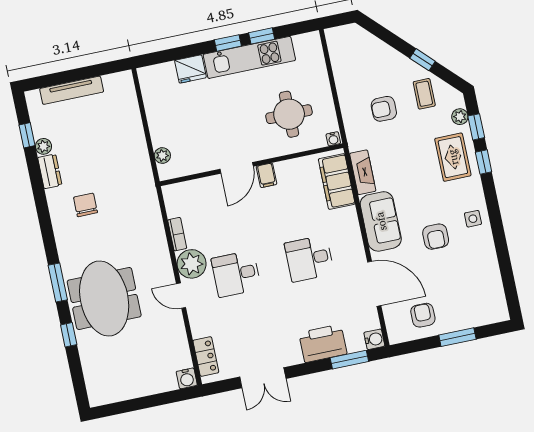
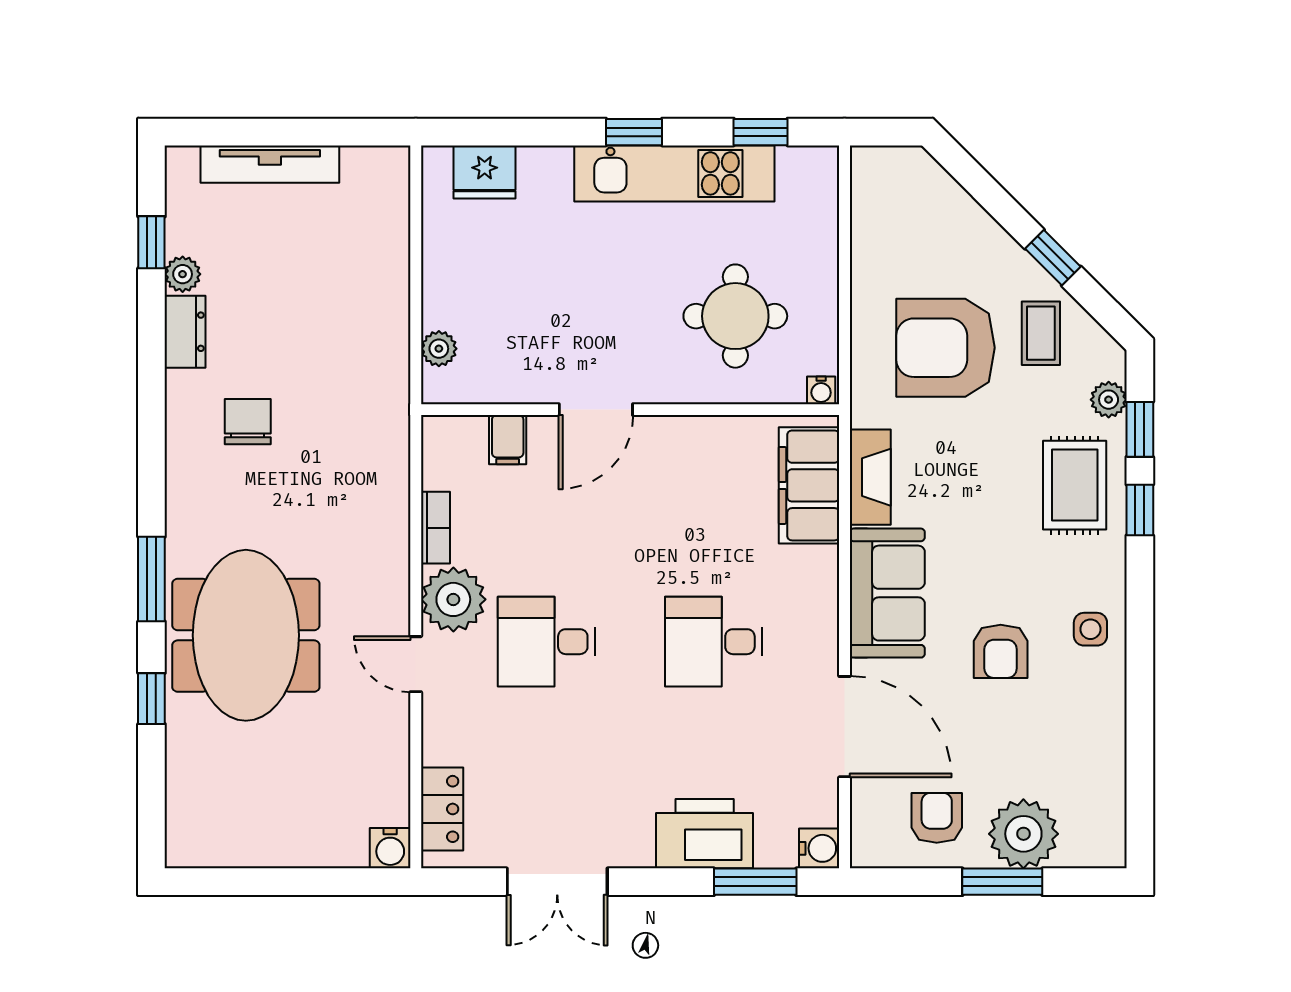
window: (262, 36) -> (761, 132), moved
fridge: (190, 69) -> (485, 172), moved
armchair: (384, 109) -> (945, 348), width x1.88, depth x1.88
filing cabinet: (267, 175) -> (508, 440), moved
plant: (462, 314) -> (1023, 834), added

